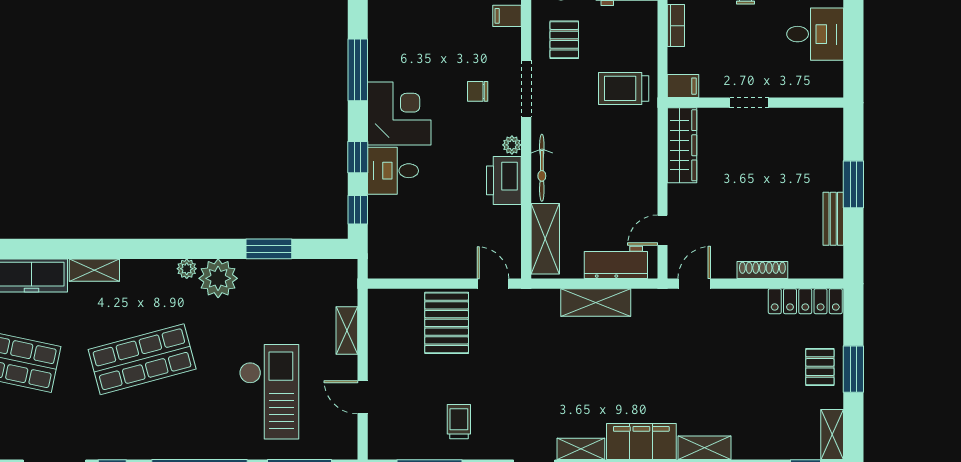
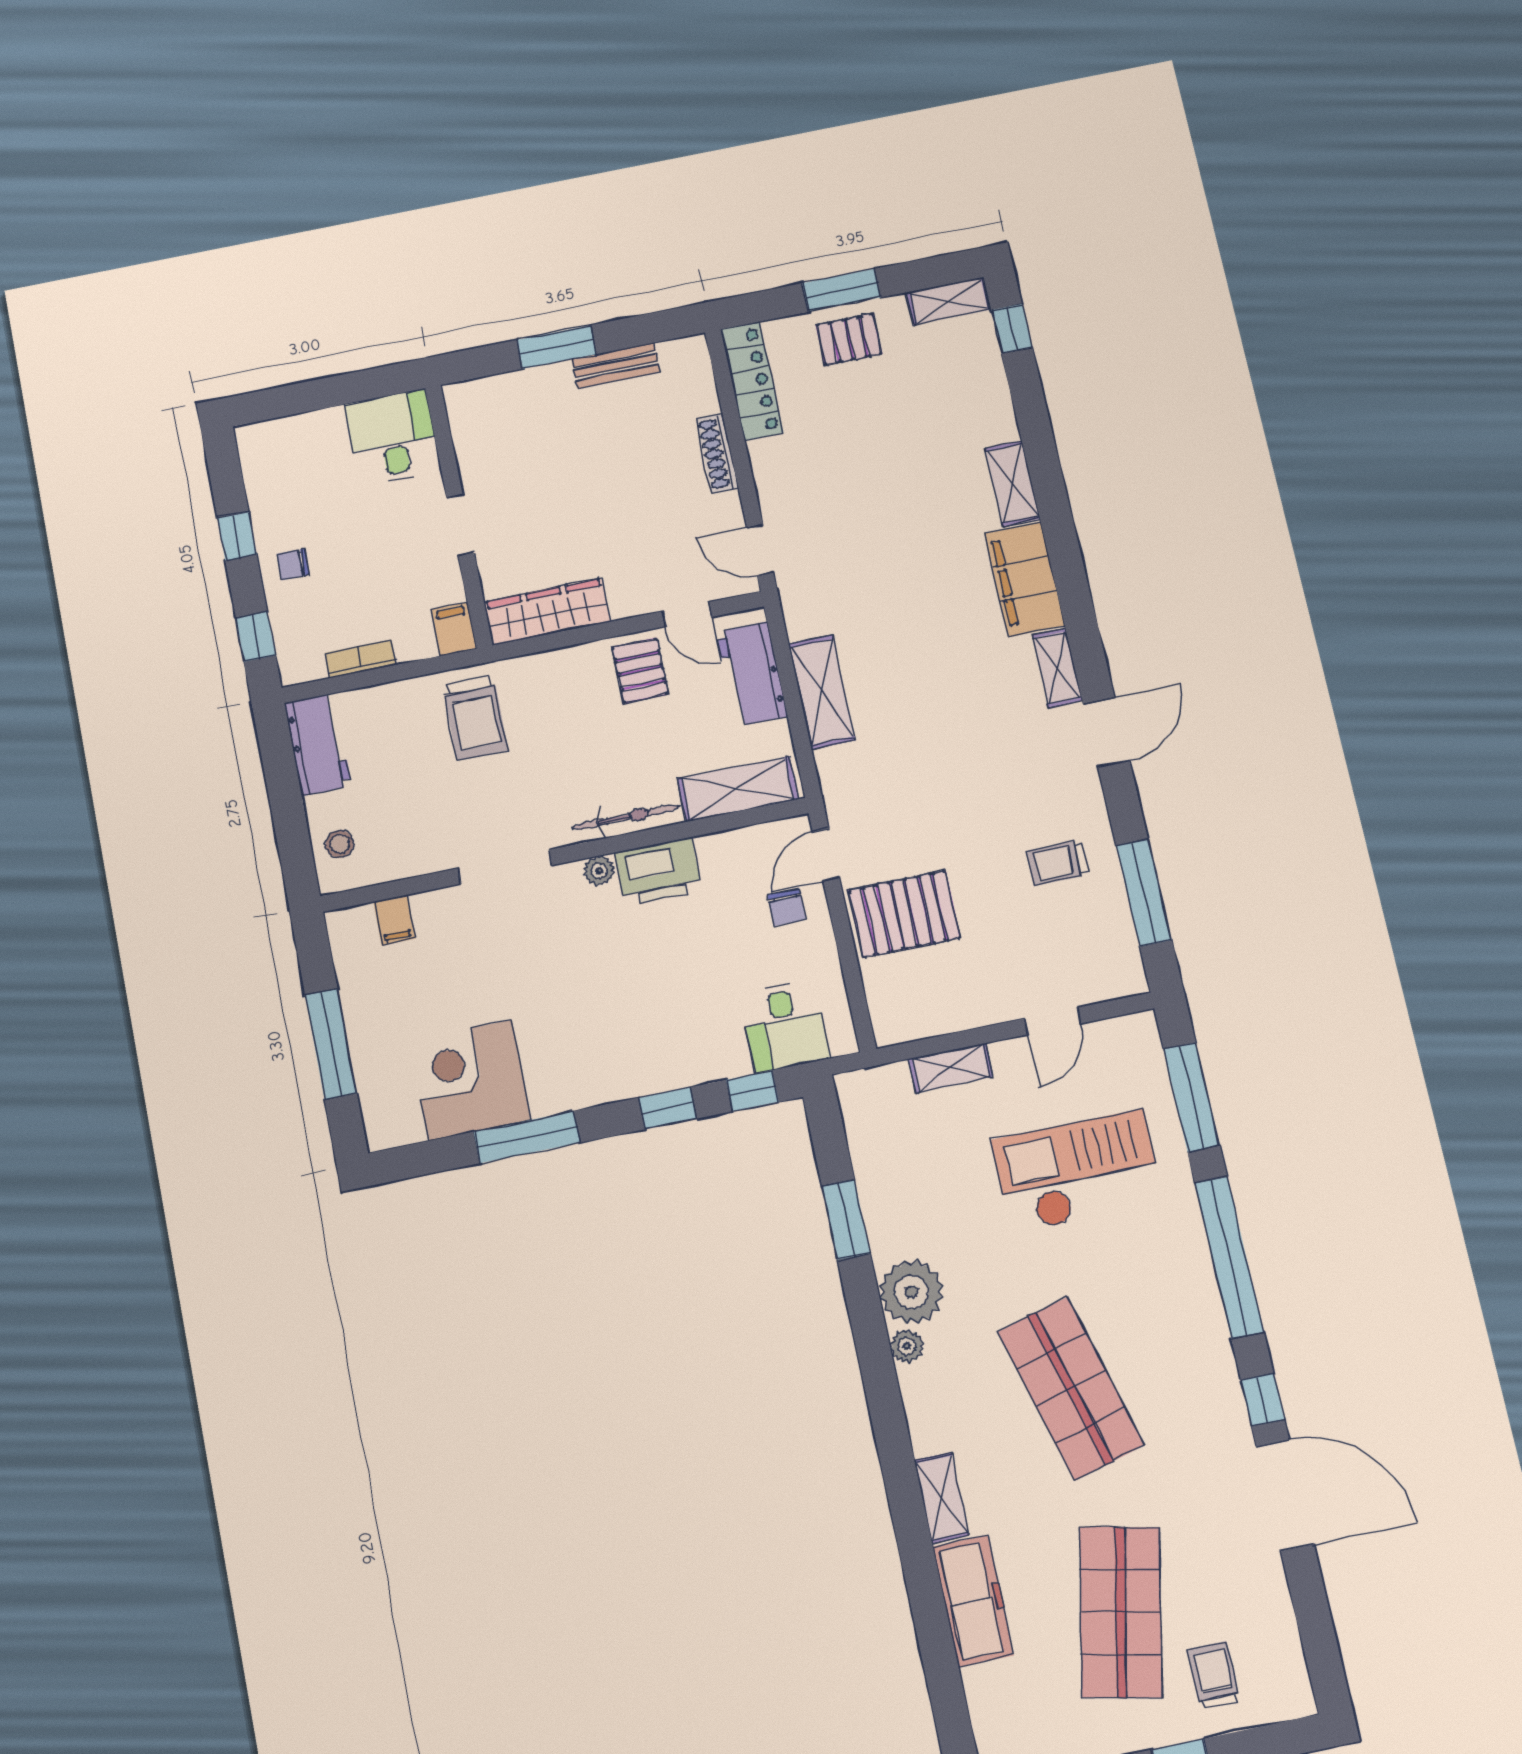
desk: (815, 34) -> (393, 438), moved
pallet: (564, 40) -> (640, 671), moved, turned 90
chair: (478, 91) -> (786, 907), moved
corner desk: (399, 114) -> (470, 1080), moved
desk: (393, 171) -> (785, 1026), moved

